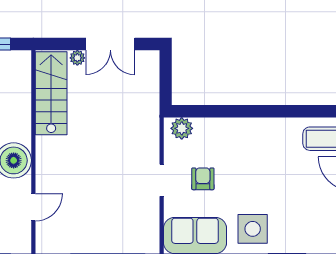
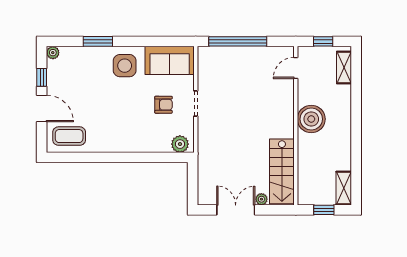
armchair: (203, 179) -> (163, 105), turned -90
door: (33, 207) -> (296, 68), moved

